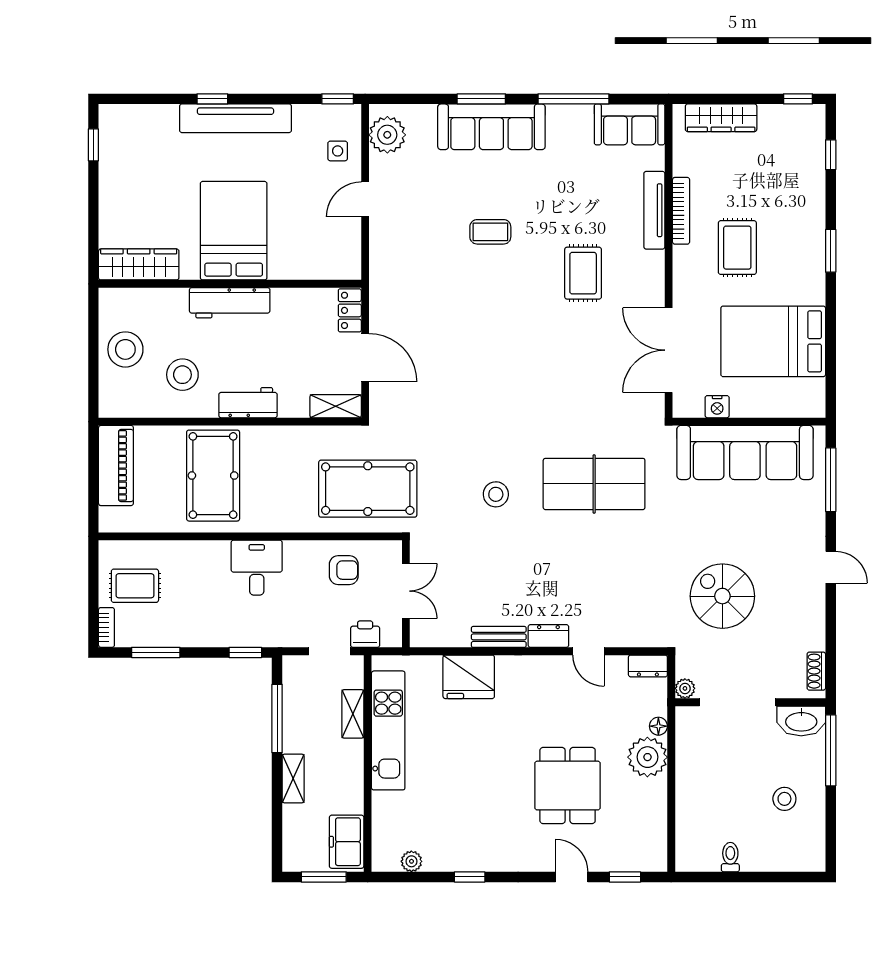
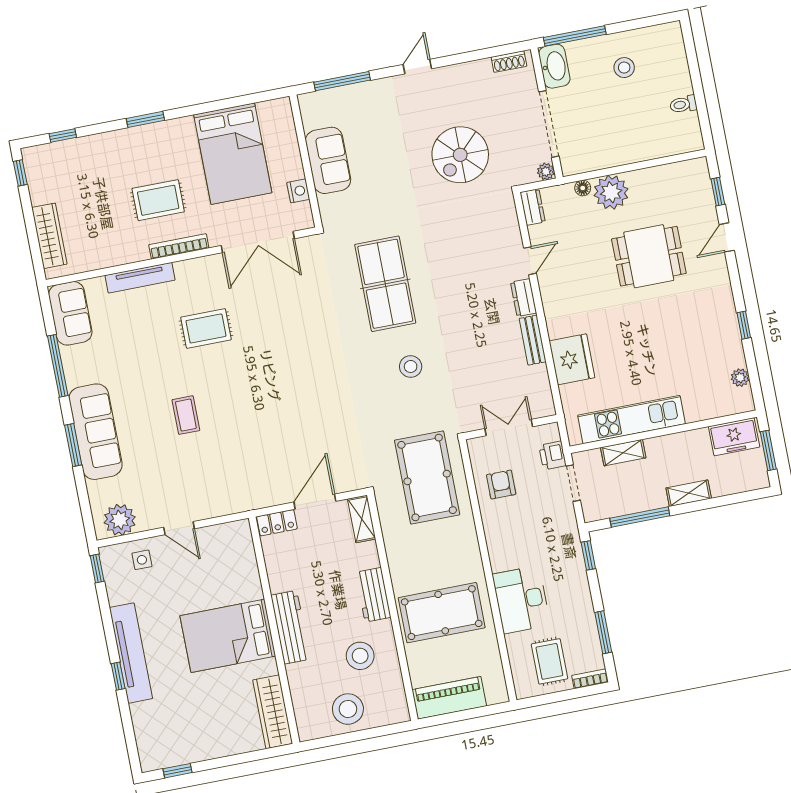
bookcase: (681, 211) -> (179, 246), moved
sofa: (745, 452) -> (328, 160), width x0.54, depth x0.79
desk: (257, 568) -> (521, 600), moved, width x1.37

